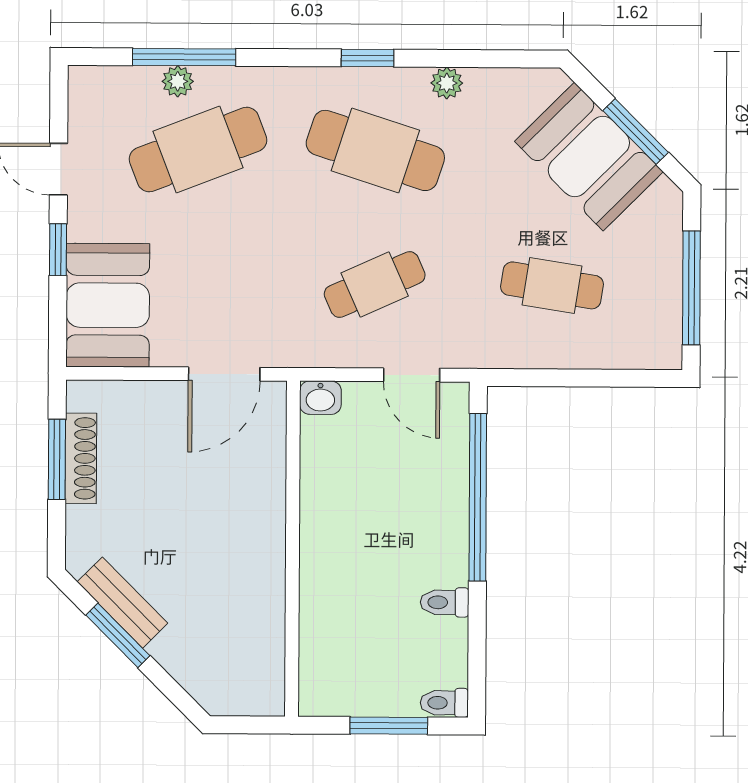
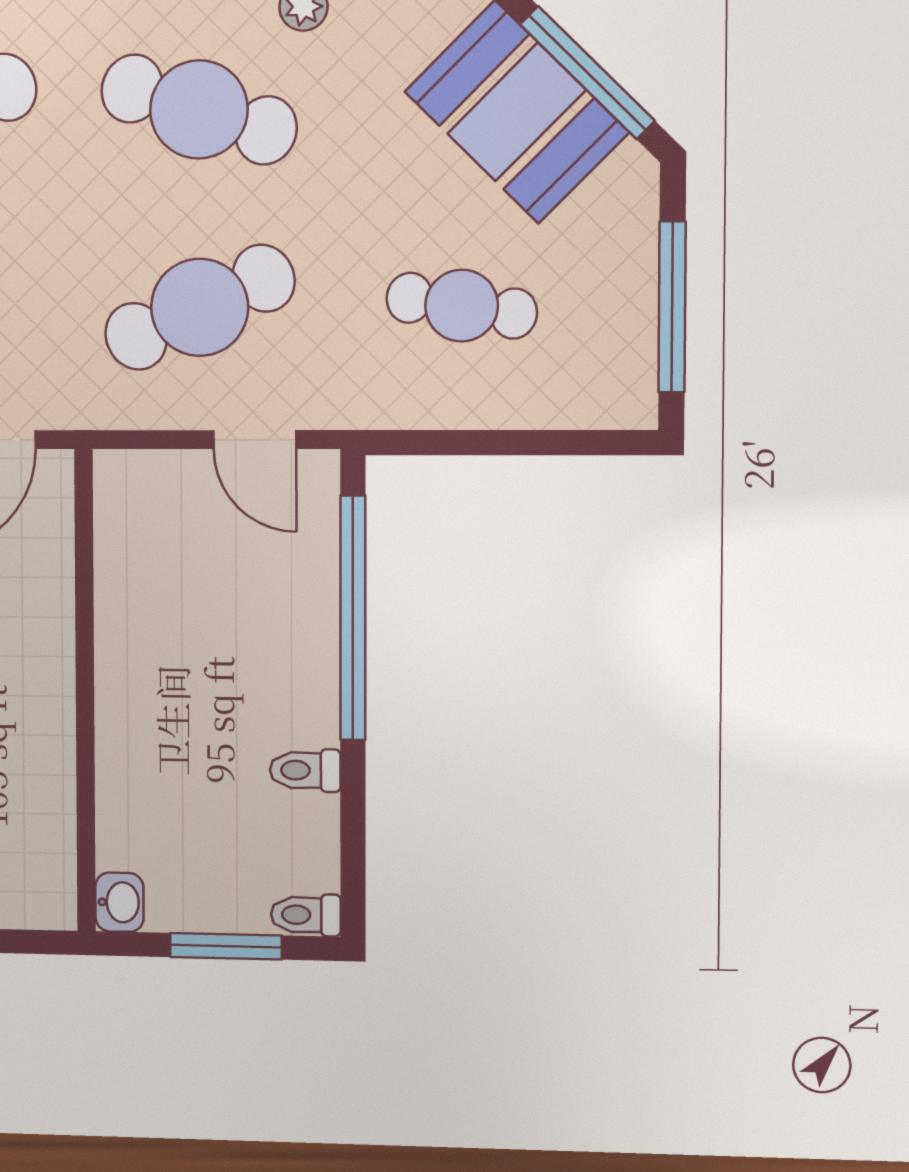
window: (636, 131) -> (587, 73), width x1.44
cafe table: (375, 285) -> (200, 307), width x1.37, depth x1.35
washbasin: (320, 398) -> (119, 902), moved, turned -90

